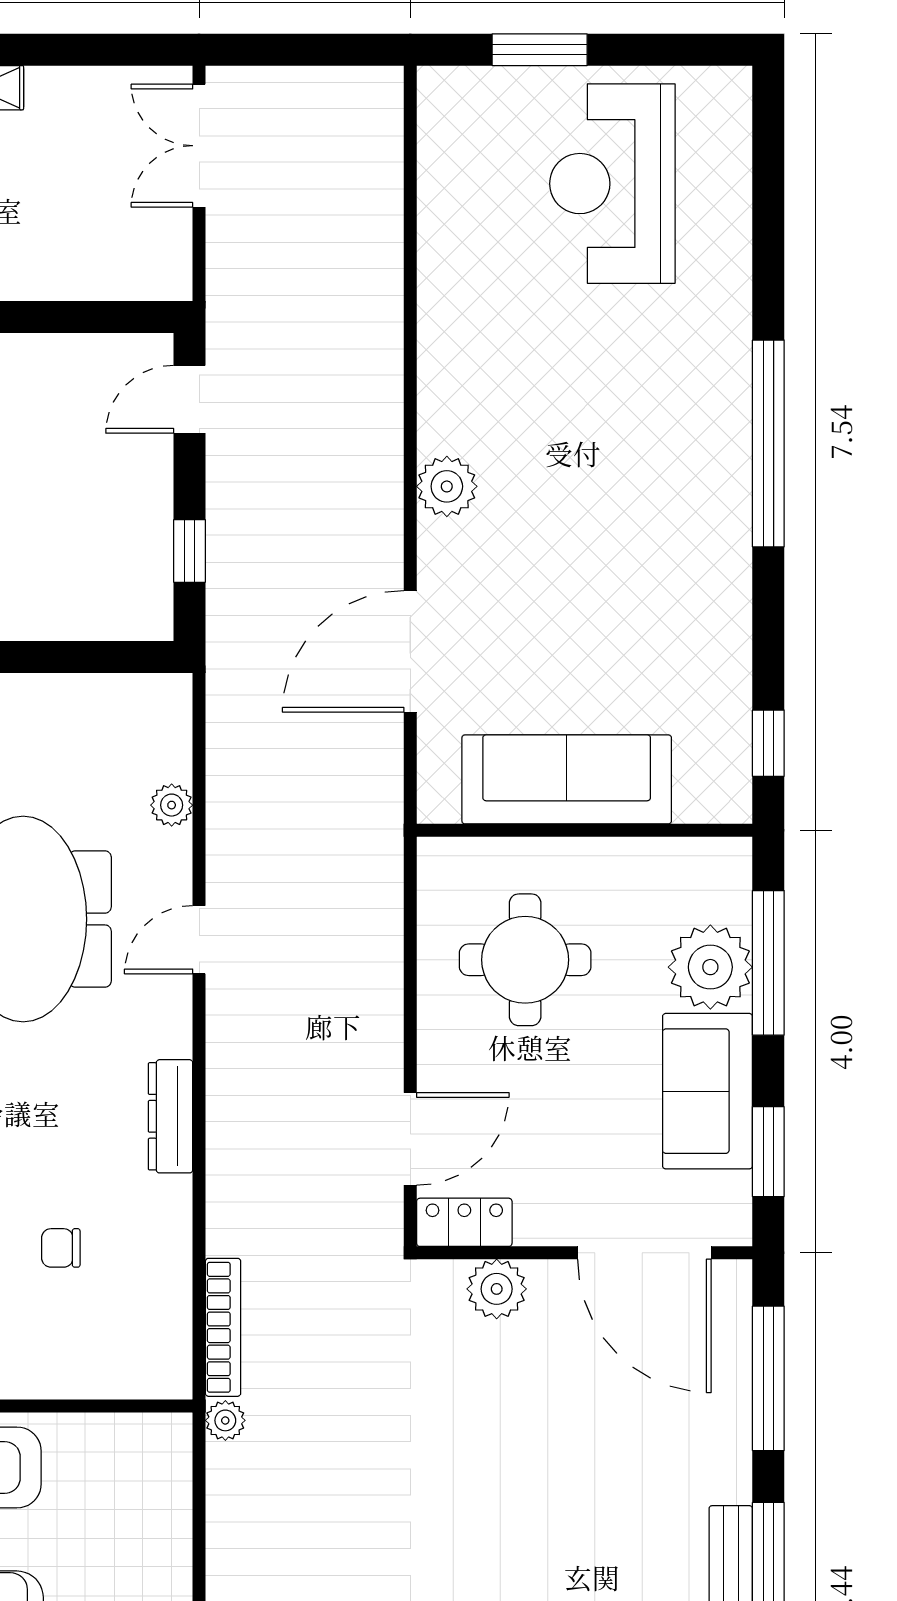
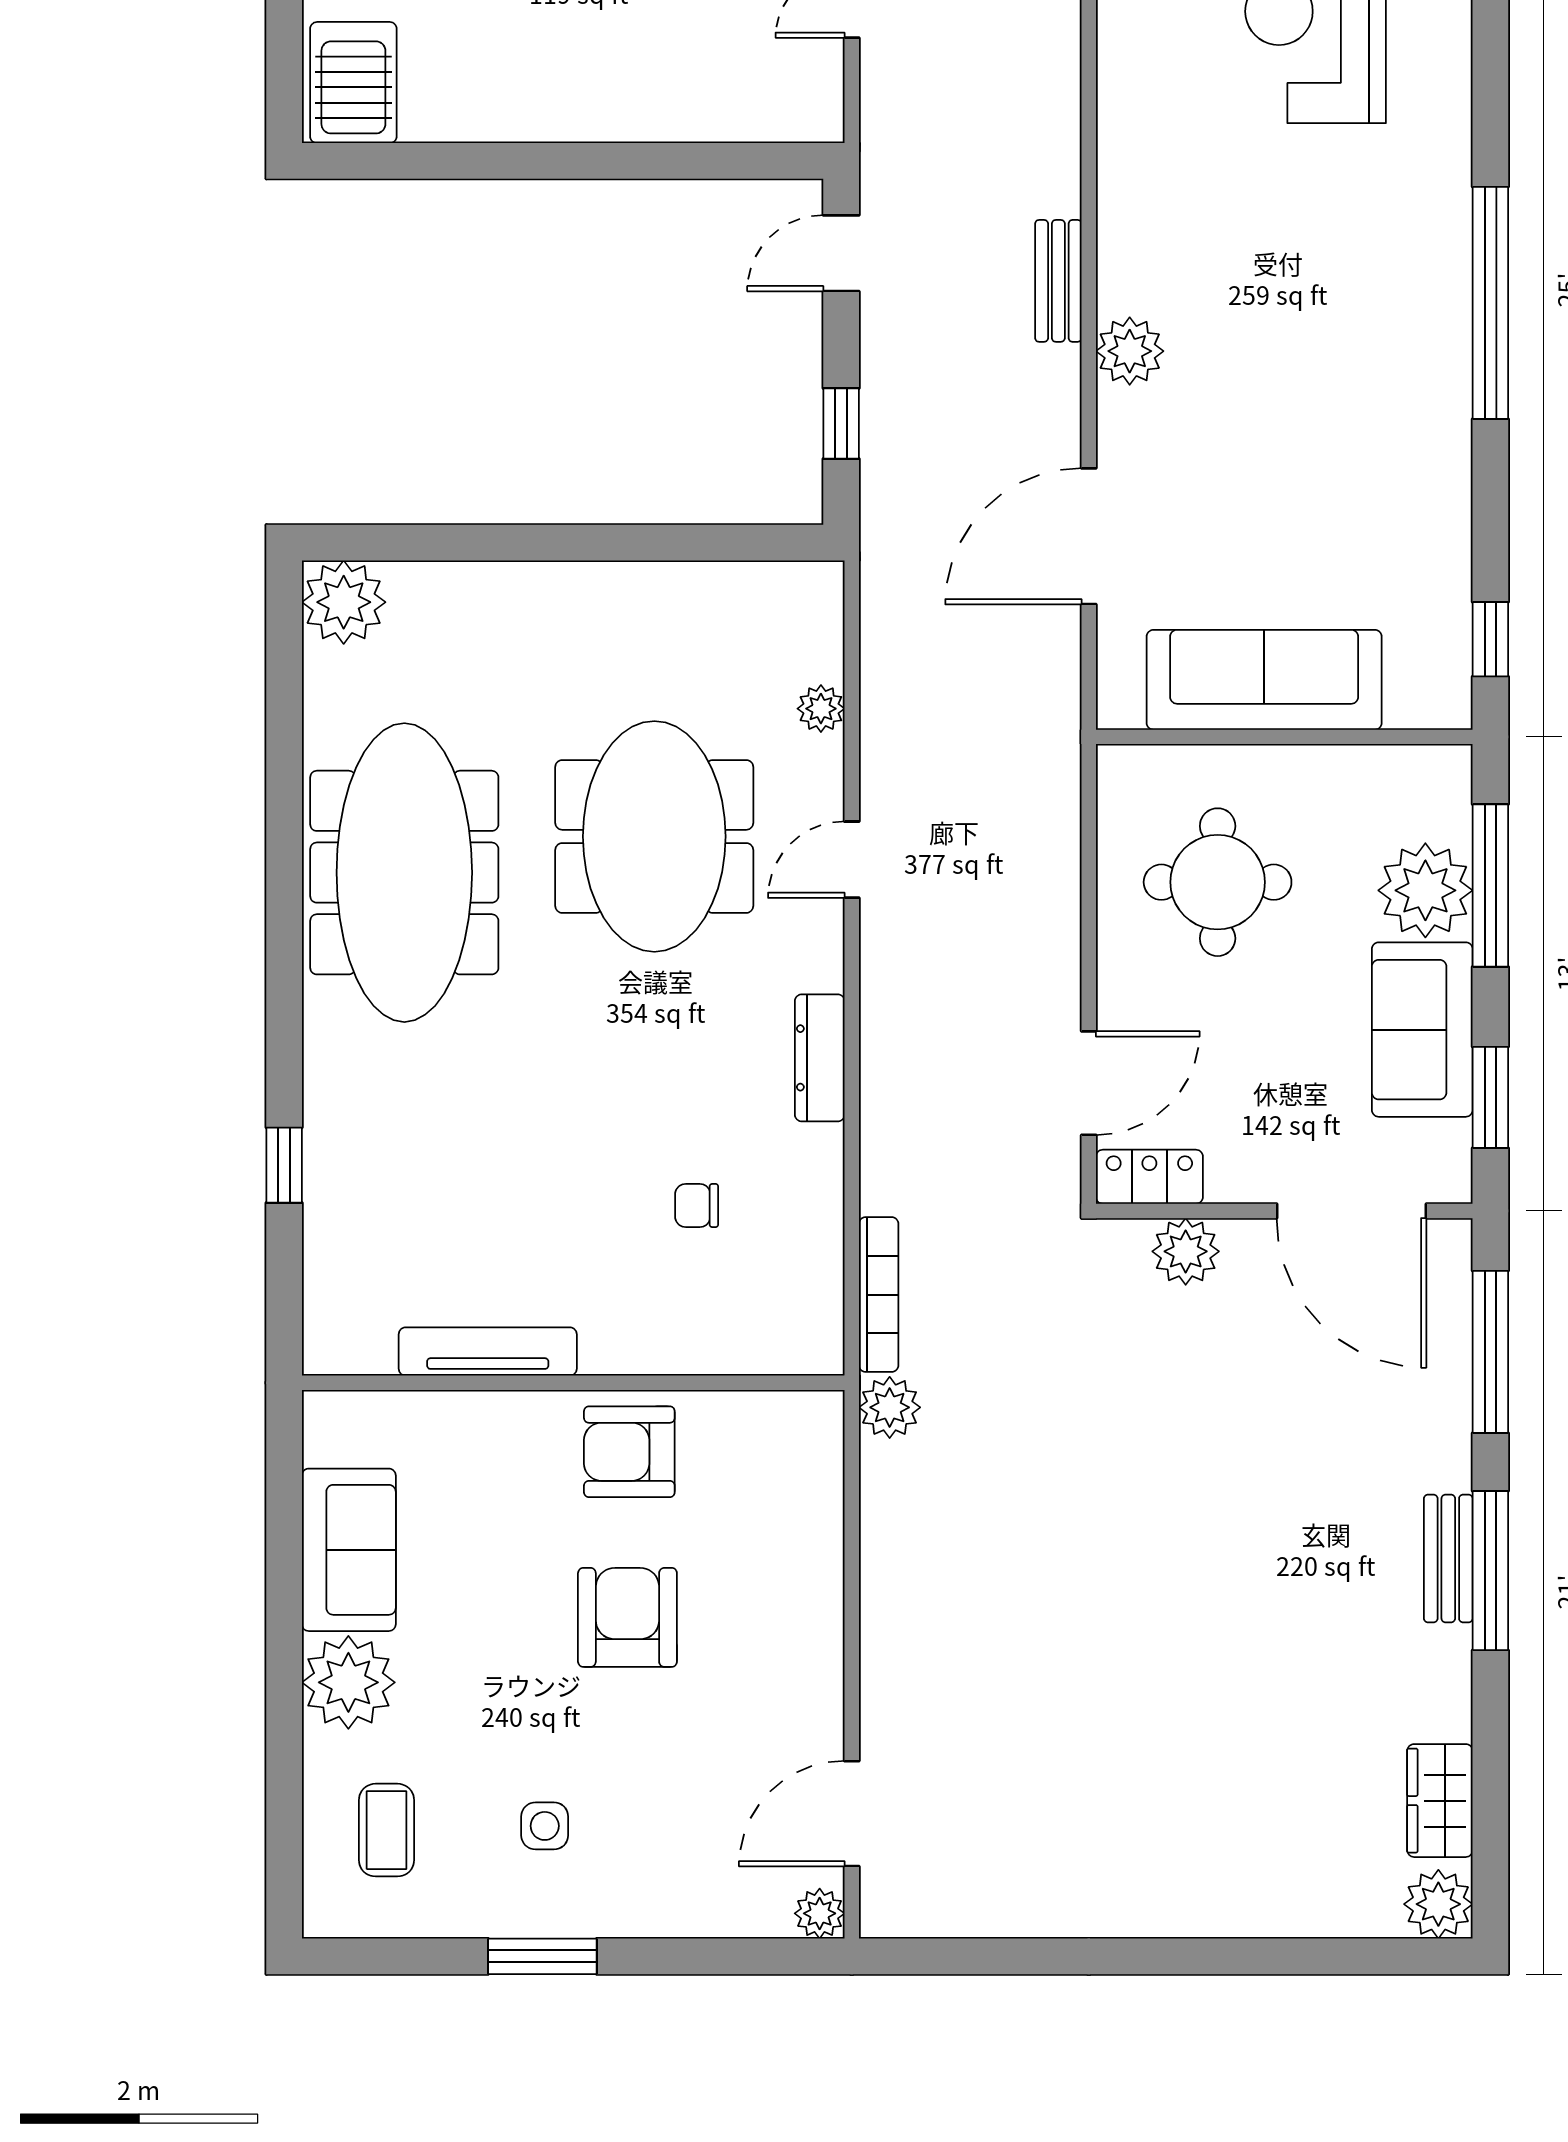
bench: (383, 424) -> (1058, 281), added
plant: (225, 1420) -> (890, 1407), width x1.38, depth x1.38

